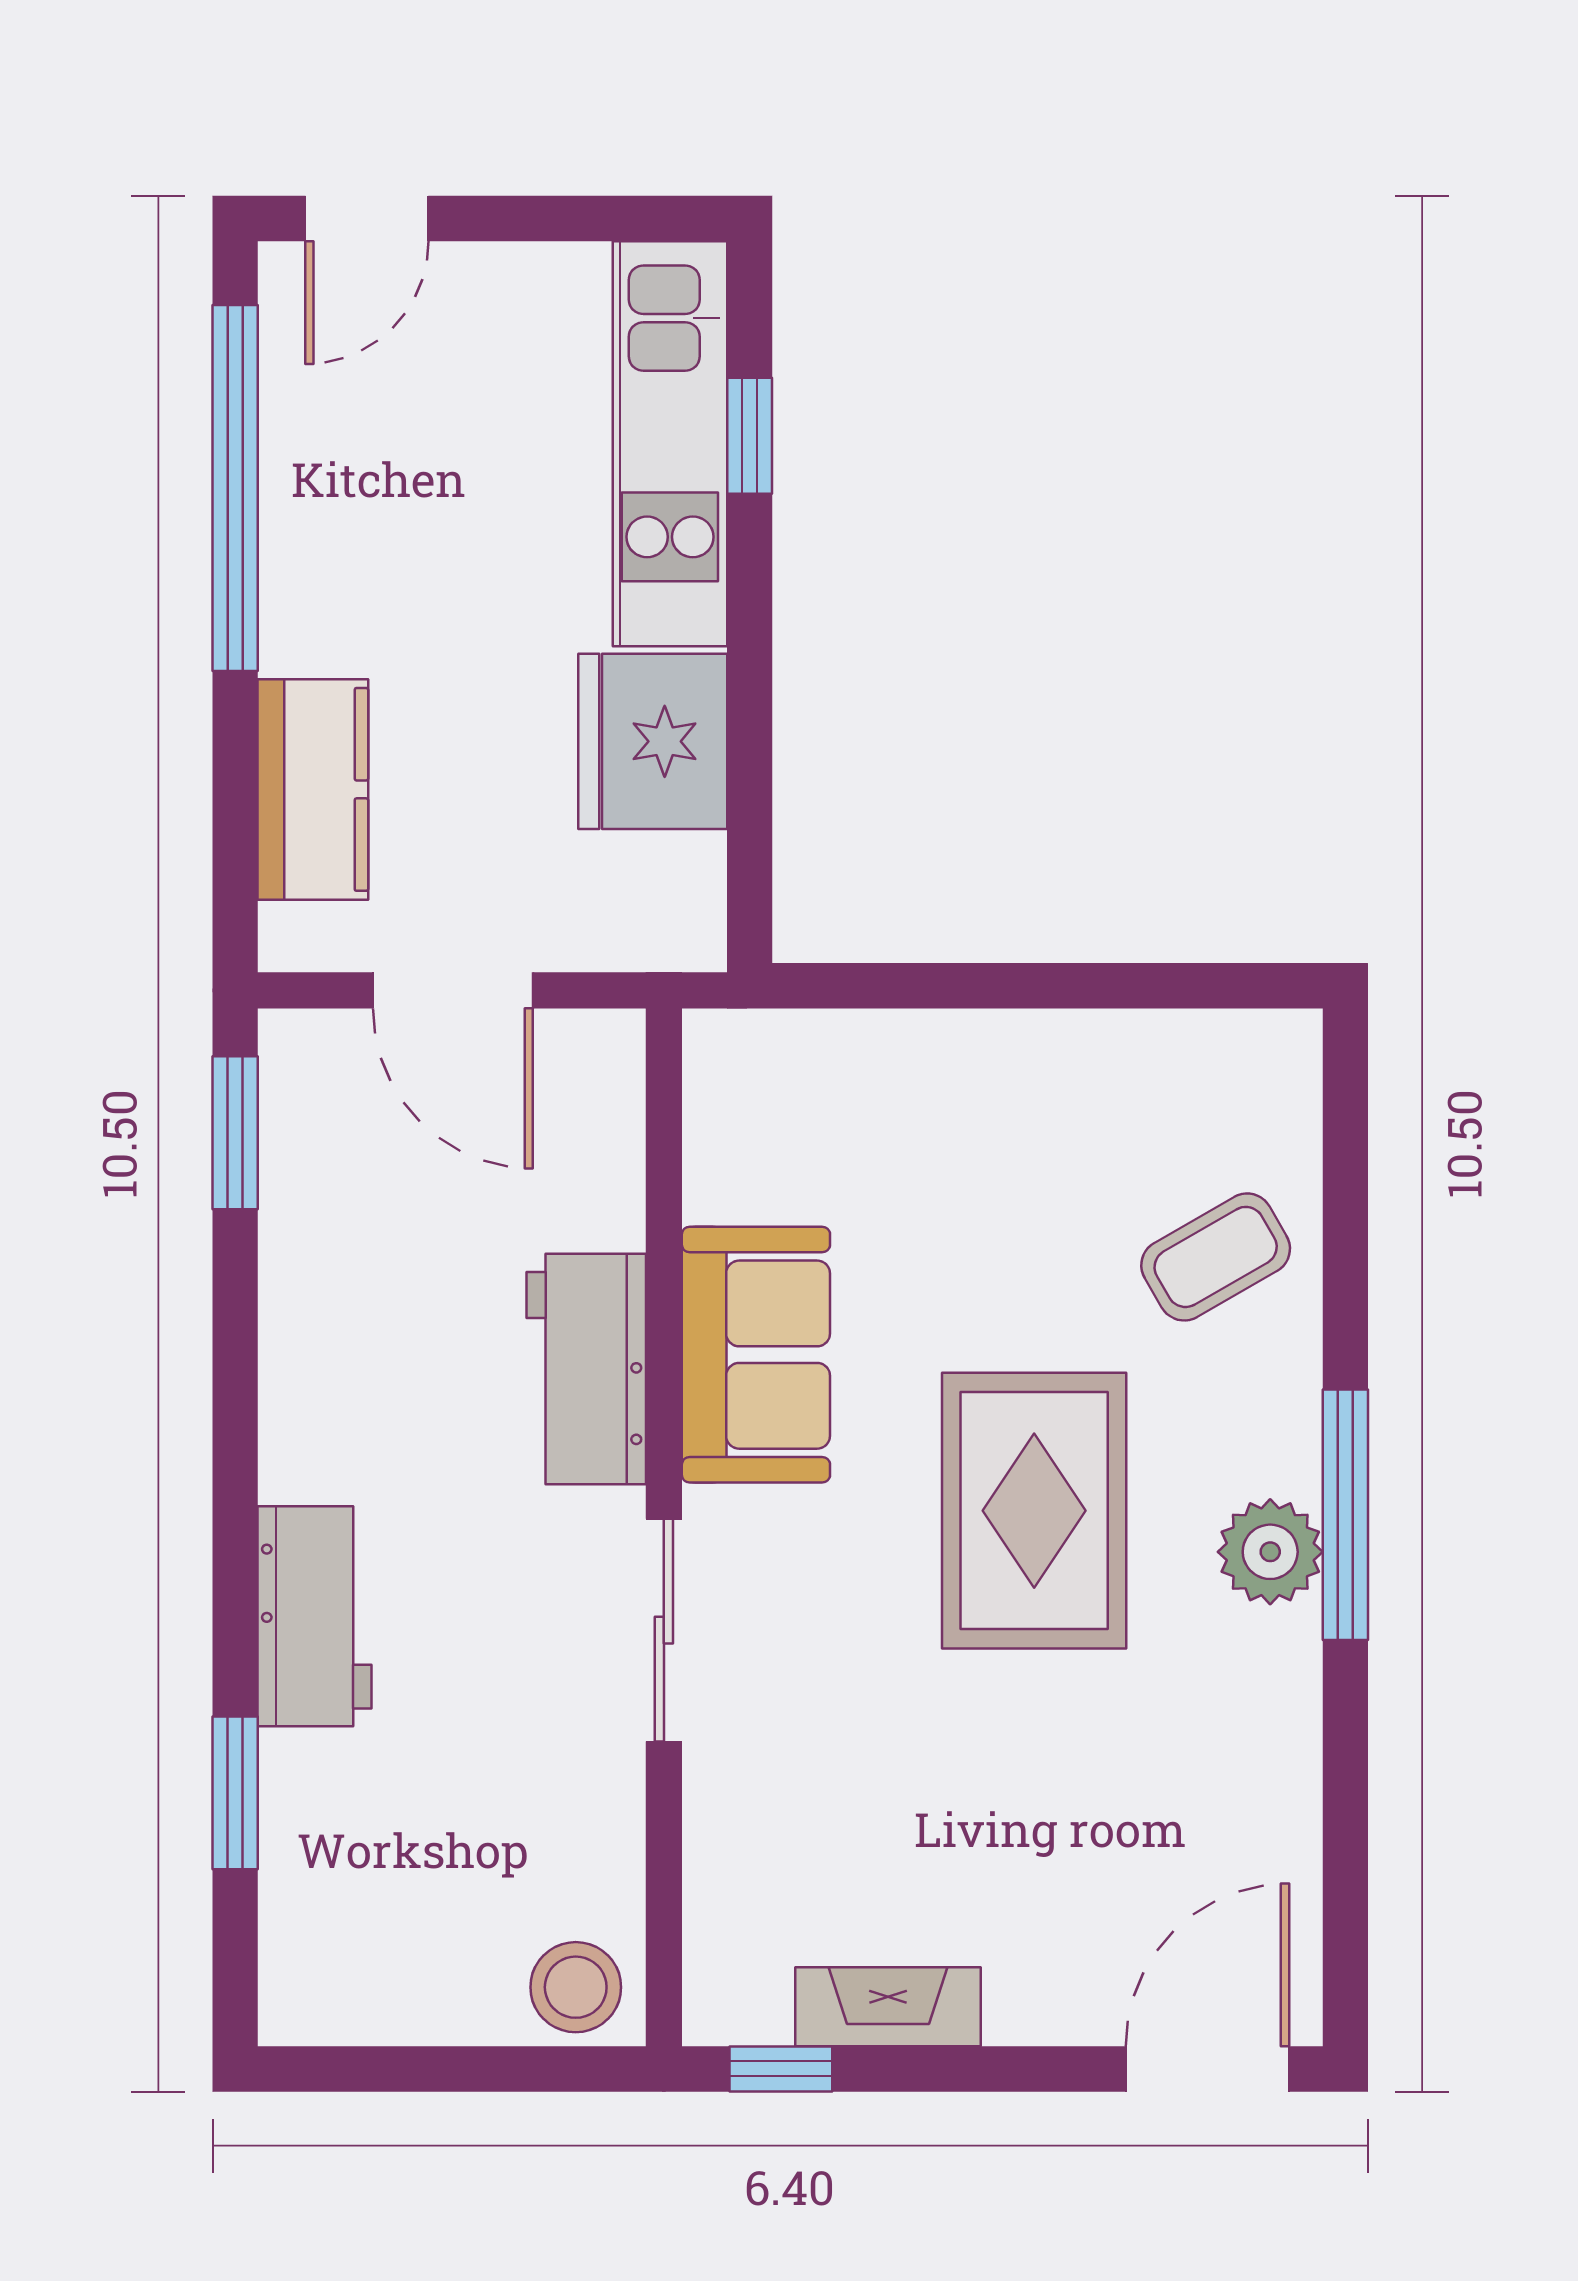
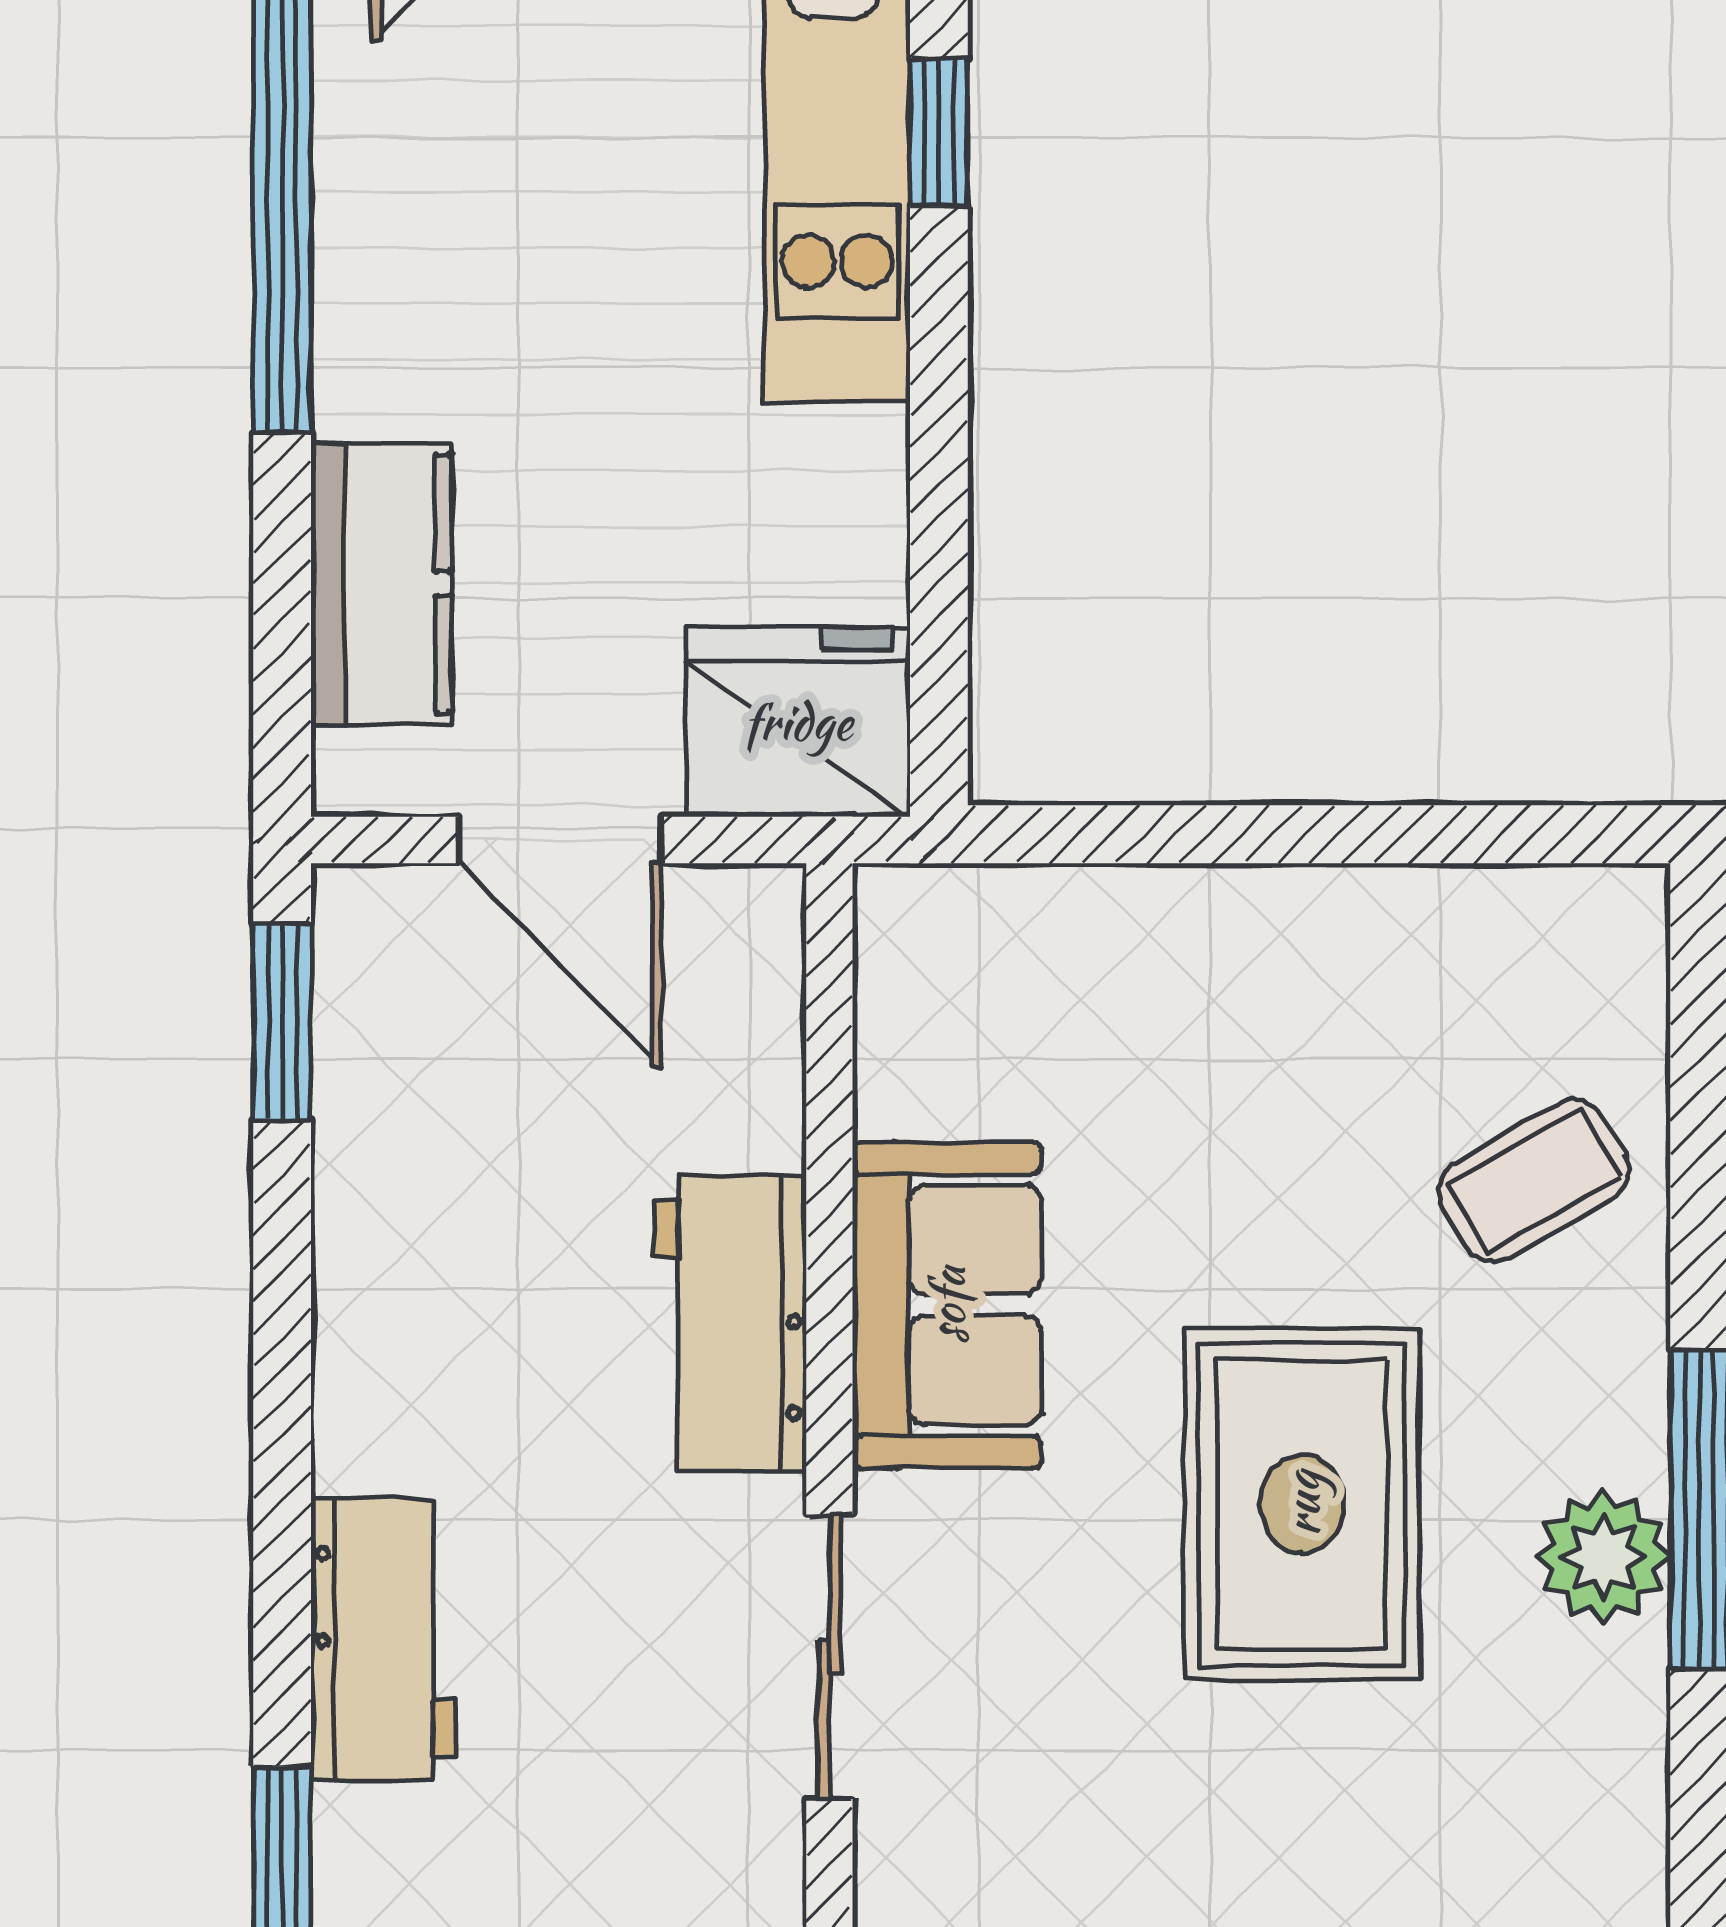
fridge: (653, 741) -> (798, 722), moved, turned 90

